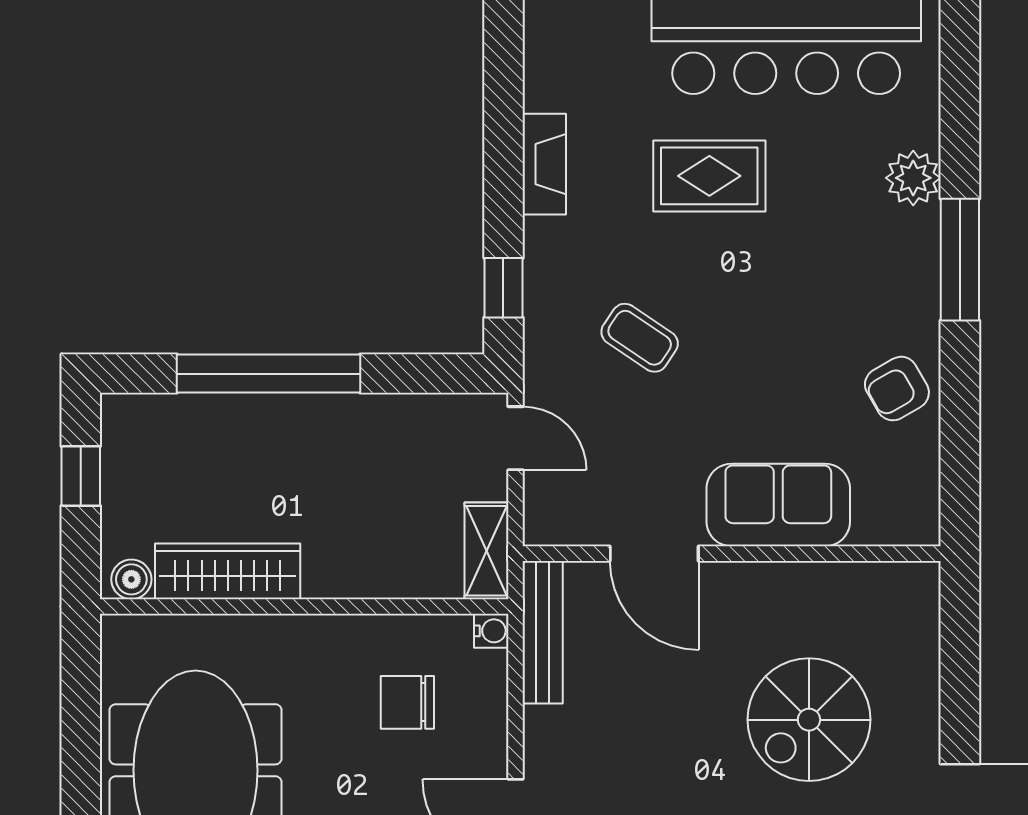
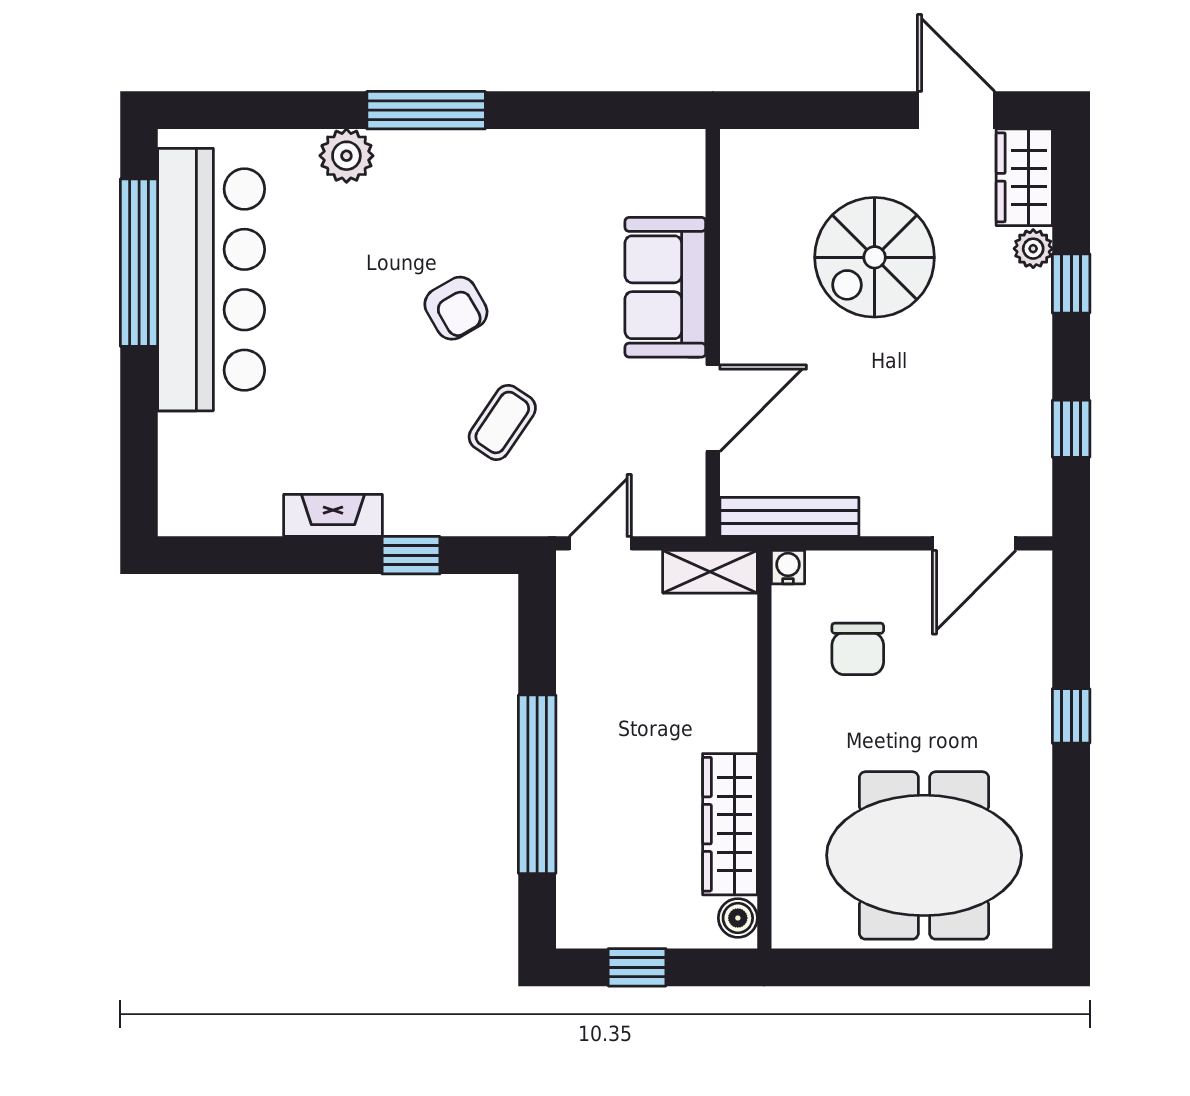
rug: (709, 176) -> (344, 355), removed
window: (503, 288) -> (411, 555), moved
armchair: (897, 389) -> (456, 308), moved
spiral stairs: (809, 720) -> (875, 257), turned 90

